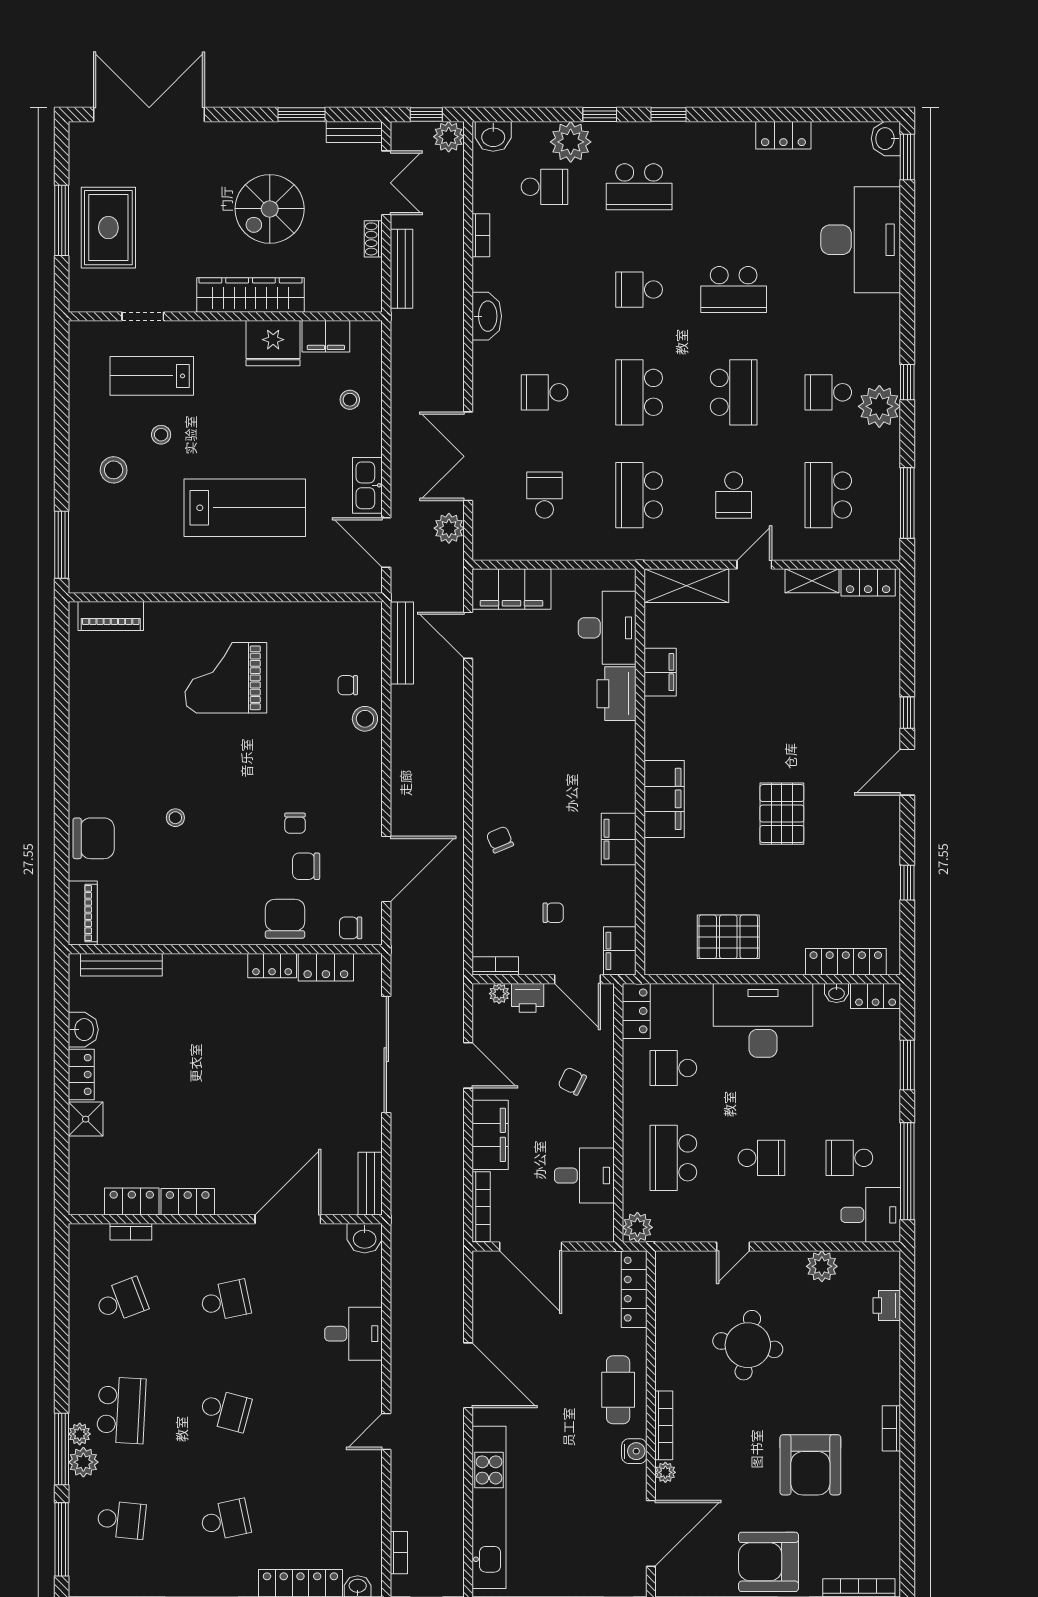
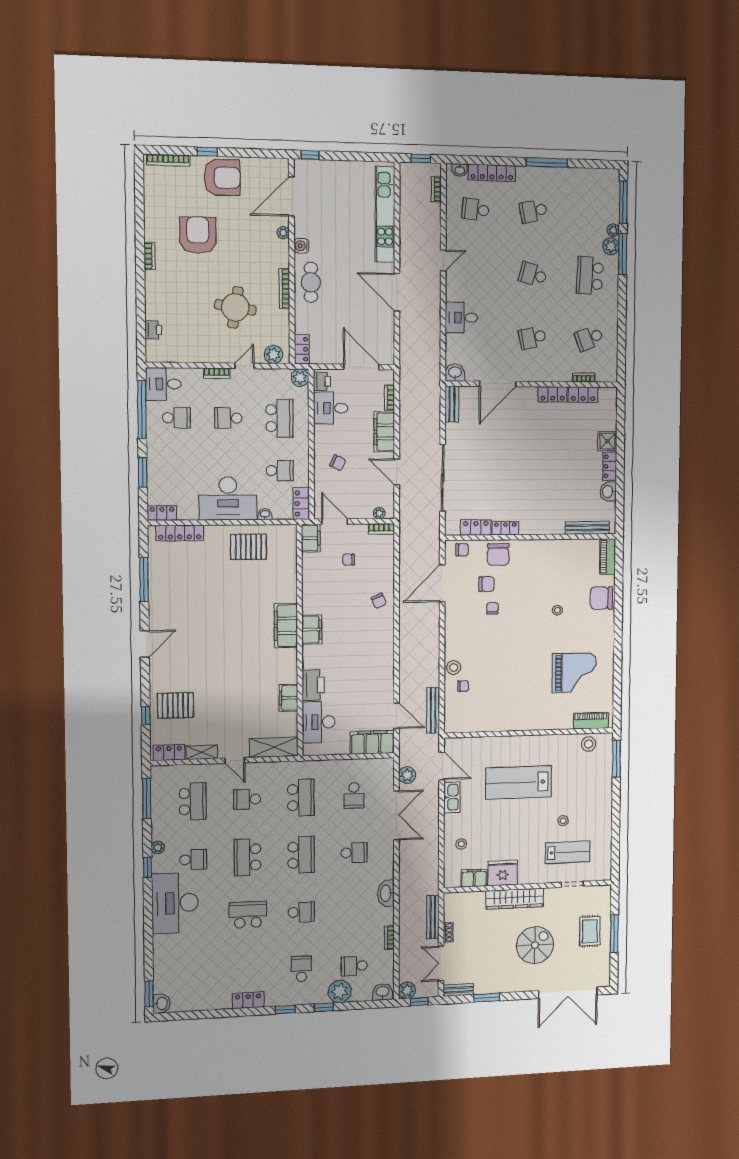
locker: (783, 135) -> (248, 1000), moved
school desk: (639, 187) -> (302, 969), width x0.54
spiral stairs: (270, 209) -> (535, 945), moved
rug: (108, 228) -> (590, 931), width x0.73, depth x0.70
desk: (861, 240) -> (175, 903), moved
plant: (879, 406) -> (158, 847), width x0.53, depth x0.53
stool: (114, 470) -> (589, 744), moved
school desk: (734, 495) -> (247, 799), turned -90
door: (754, 565) -> (235, 760), hinge flipped
grand piano: (226, 678) -> (574, 673), moved
window: (907, 713) -> (146, 716), moved
pallet: (782, 814) -> (175, 705), moved, turned 90
filing cabinet: (619, 839) -> (312, 630), moved
window: (907, 883) -> (144, 580), width x2.17
washbasin: (837, 993) -> (265, 514), moved
printer: (528, 998) -> (322, 381), moved, turned 90
bookcase: (481, 1207) -> (389, 398), width x0.64
bookcase: (780, 1234) -> (217, 373), added
plant: (822, 1266) -> (273, 355), moved
locker: (634, 1289) -> (302, 349), width x0.66
bookcase: (664, 1425) -> (284, 289), moved
plant: (80, 1434) -> (613, 230), moved
school desk: (121, 1520) -> (475, 209), moved

